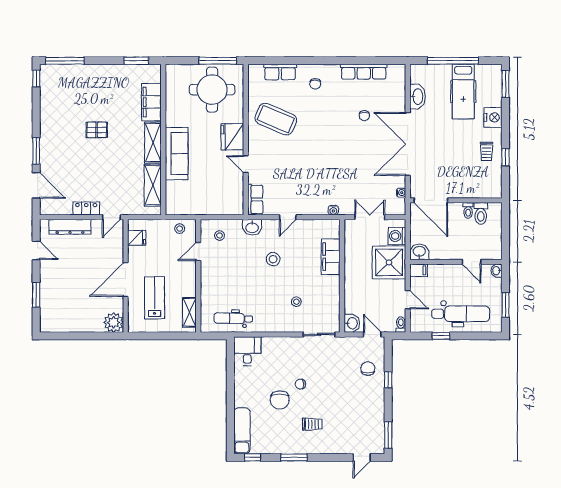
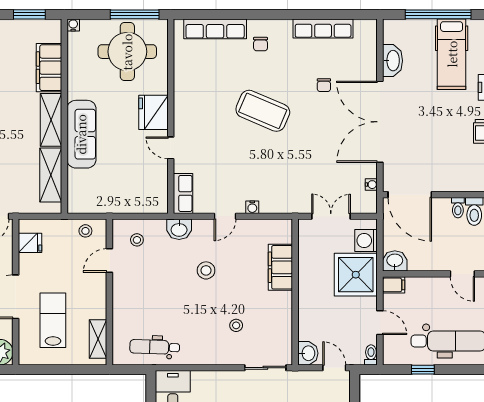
water cooler: (170, 69) -> (73, 25), added
row of seats: (280, 72) -> (215, 29), width x1.48
coffee table: (276, 119) -> (263, 111), moved
water cooler: (333, 210) -> (252, 207), moved

